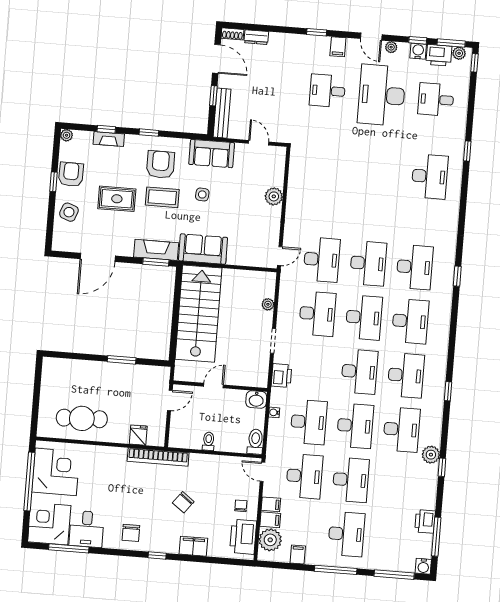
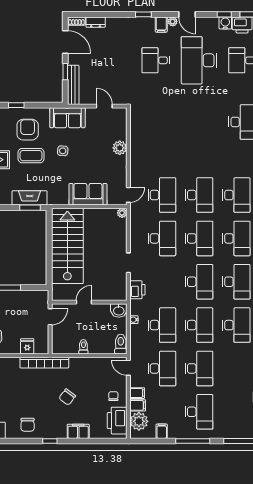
plant: (391, 47) -> (173, 21), moved
sofa: (203, 249) -> (88, 194), moved
plant: (268, 304) -> (122, 213), moved

